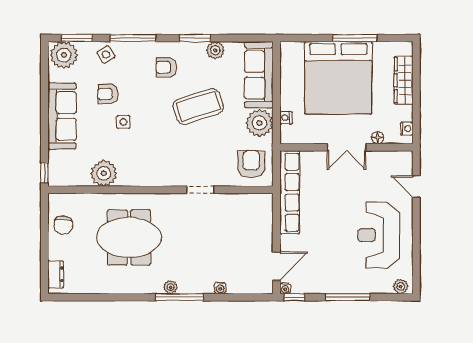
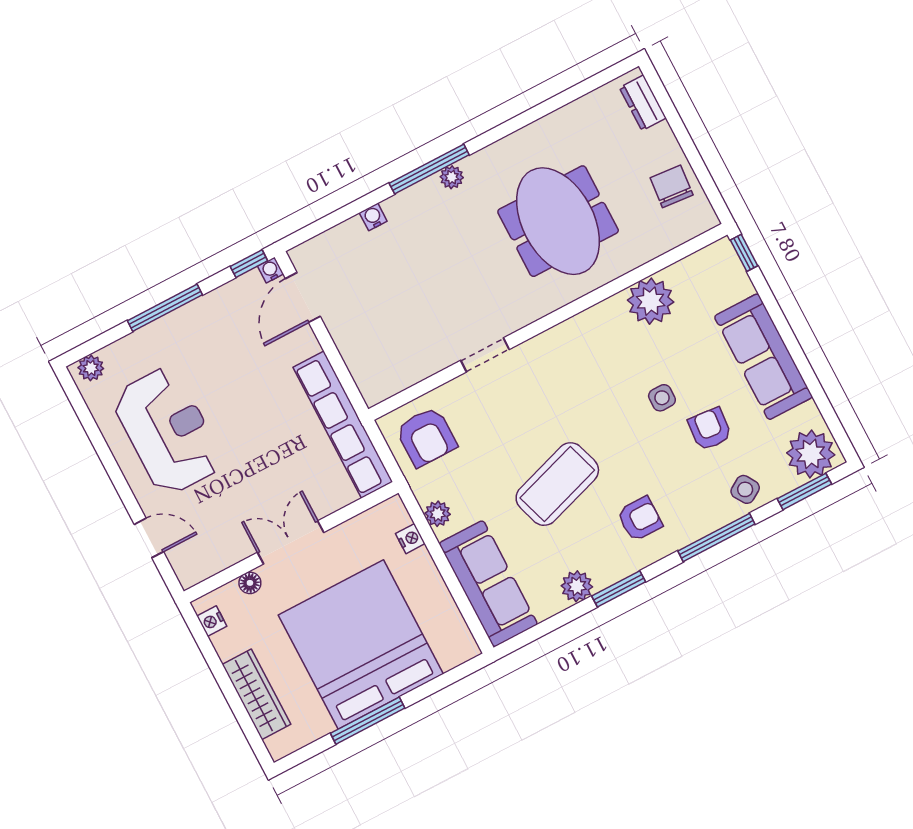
armchair: (108, 94) -> (710, 429), turned -85
plant: (259, 123) -> (438, 514), width x0.53, depth x0.53
meeting table: (129, 237) -> (558, 221), turned 90

